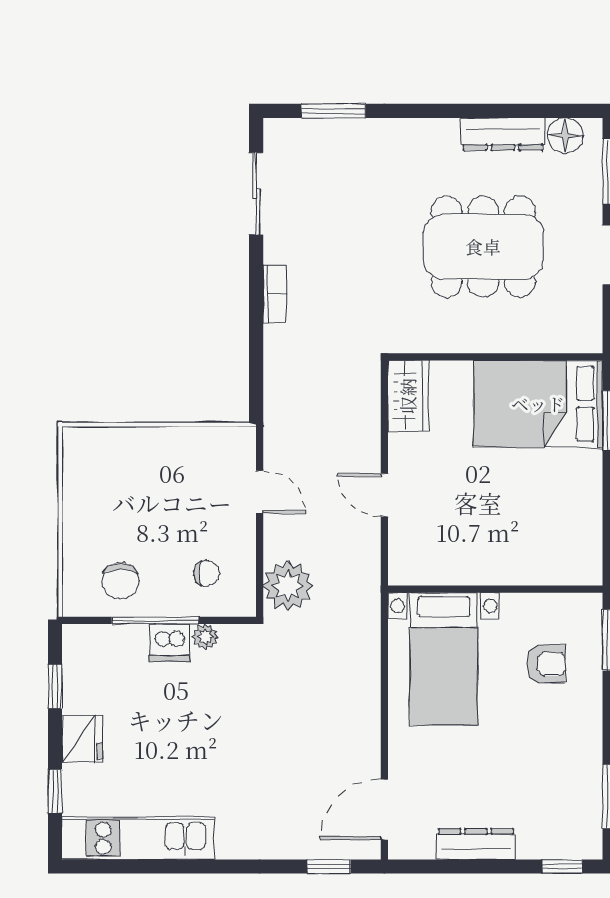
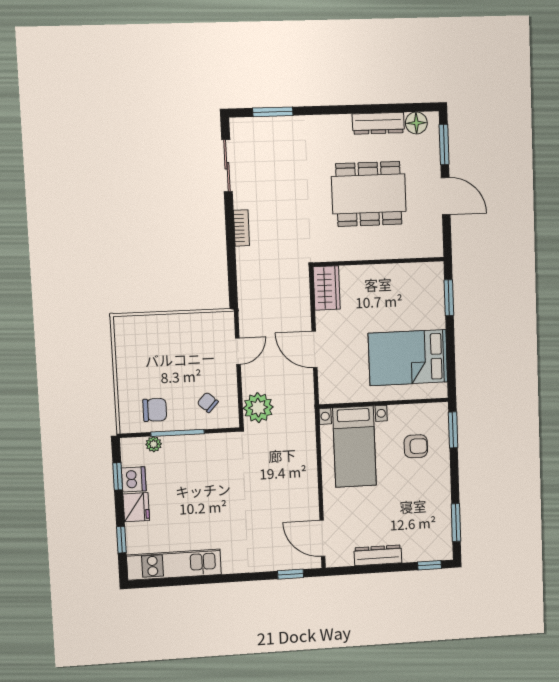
bed: (538, 404) -> (408, 358), moved
door: (260, 492) -> (238, 351), hinge flipped
door: (384, 495) -> (314, 349), width x1.38
chair: (207, 573) -> (208, 402), turned -137
chair: (120, 581) -> (155, 410), turned -90
plant: (205, 637) -> (154, 444), moved
dishwasher: (169, 643) -> (134, 479), moved, turned -90
door: (384, 809) -> (322, 538), hinge flipped

